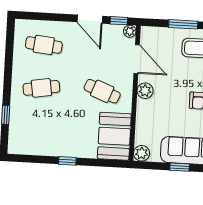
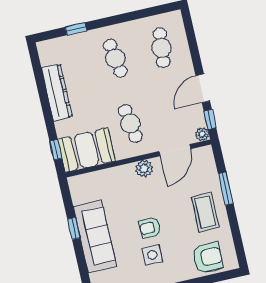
cafe table: (102, 91) -> (130, 123), turned -30
dresser: (56, 148) -> (57, 92), added
plant: (142, 153) -> (77, 184), removed
window: (67, 161) -> (56, 150), moved

